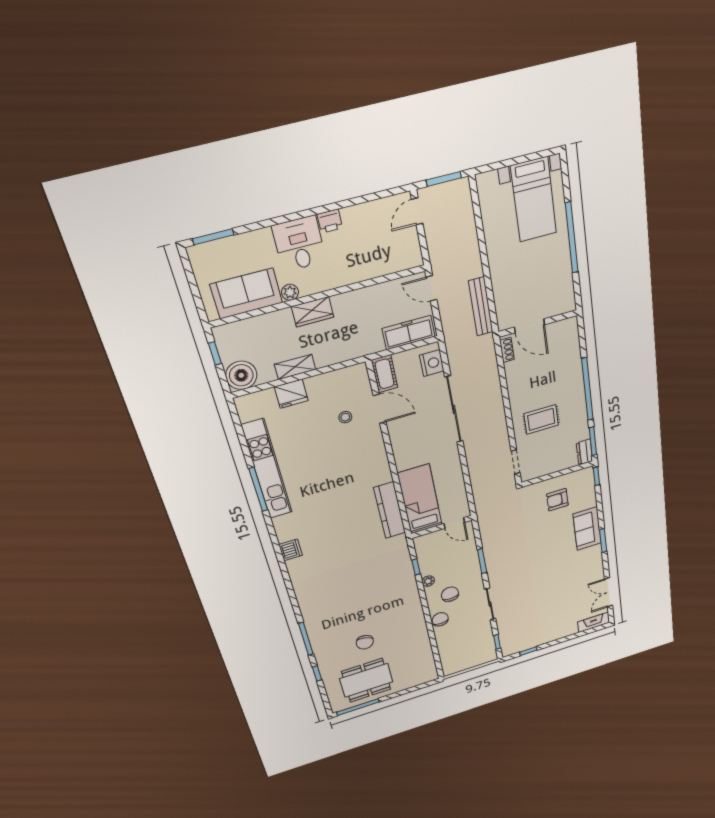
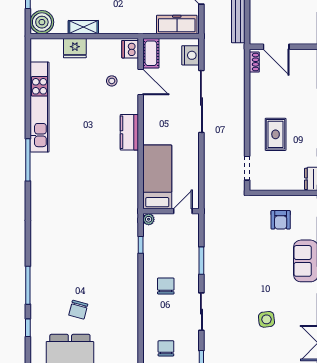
rug: (541, 419) -> (276, 134), turned 90
window: (258, 489) -> (28, 160), moved
armchair: (557, 500) -> (281, 220), turned -90
kitchen counter: (390, 510) -> (129, 132), moved, width x0.67
door: (454, 523) -> (183, 211), swing flipped
dishwasher: (291, 550) -> (130, 49), moved, turned 180
plant: (428, 581) -> (149, 219), moved
side table: (555, 590) -> (266, 319), added
chair: (440, 619) -> (166, 348), moved

